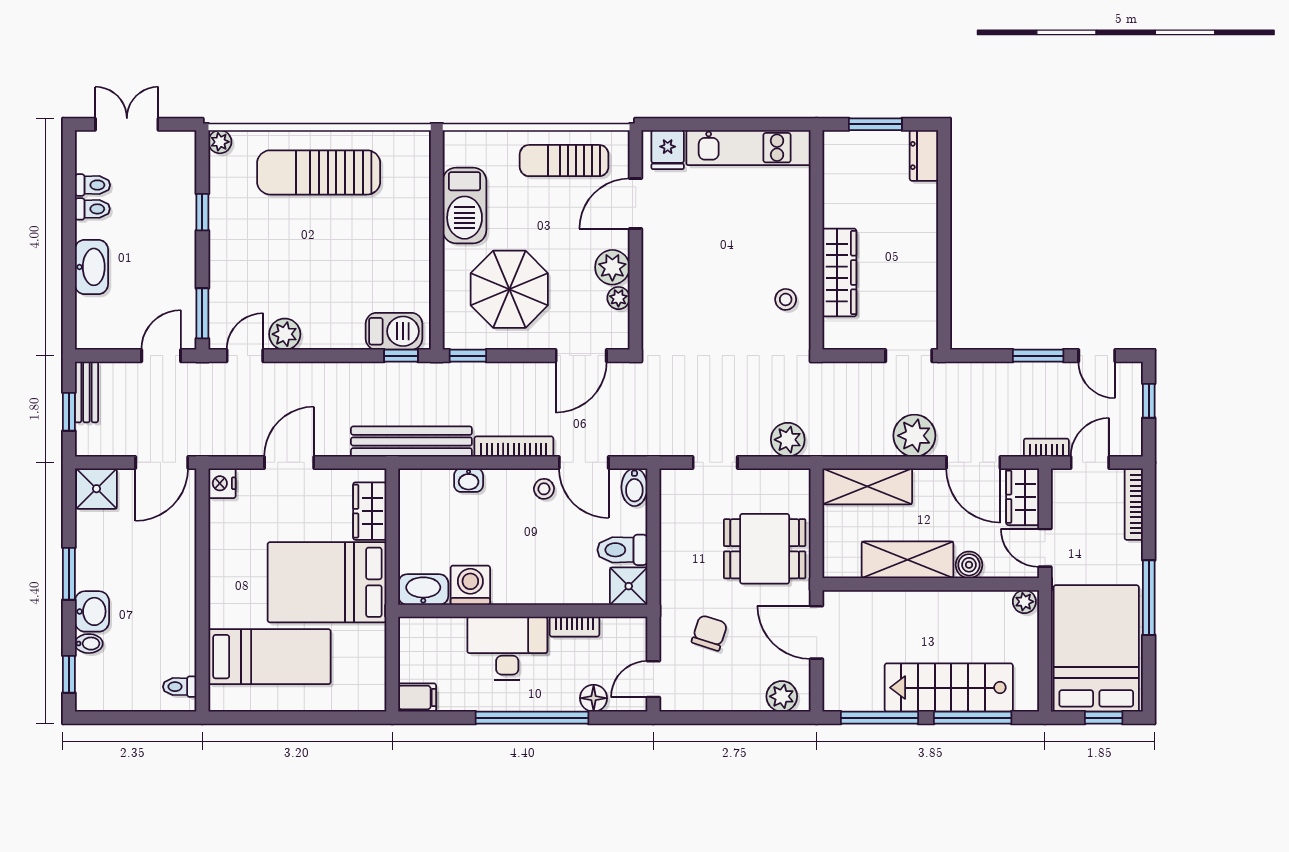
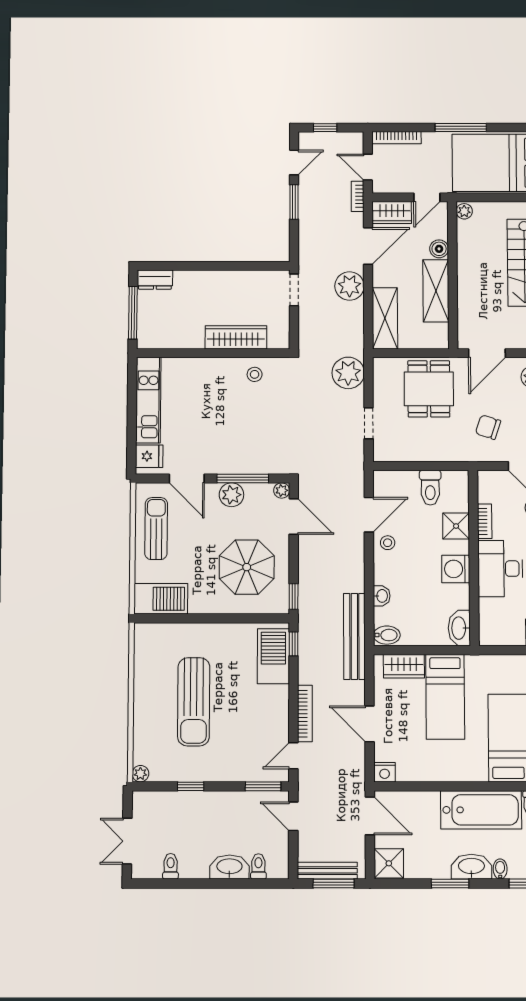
window: (875, 124) -> (133, 313), width x1.44
sun lounger: (564, 161) -> (156, 529), turned 180
sun lounger: (319, 172) -> (194, 702), moved
barbecue: (465, 205) -> (161, 599), moved
toilet: (92, 209) -> (258, 866), moved
window: (636, 283) -> (243, 479), added
plant: (618, 298) -> (282, 490), moved
barbecue: (394, 331) -> (273, 656), width x1.37, depth x1.21
plant: (285, 334) -> (278, 727), removed
door: (245, 356) -> (293, 756), hinge flipped
bench: (86, 392) -> (327, 871), width x1.36
window: (69, 412) -> (334, 883), width x1.50
plant: (788, 440) -> (348, 373), width x1.36, depth x1.36
bookcase: (514, 446) -> (305, 714), moved, turned 180
bidet: (634, 487) -> (387, 635), moved
bed: (327, 582) -> (445, 697), width x0.67
washing machine: (470, 585) -> (456, 569), moved
shower: (629, 586) -> (456, 526), moved
washbasin: (92, 611) -> (471, 867), width x1.38
bathtub: (170, 618) -> (481, 810), added

